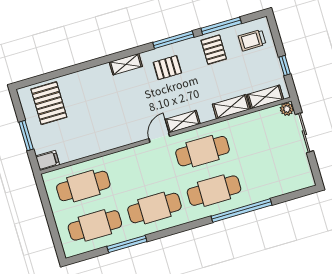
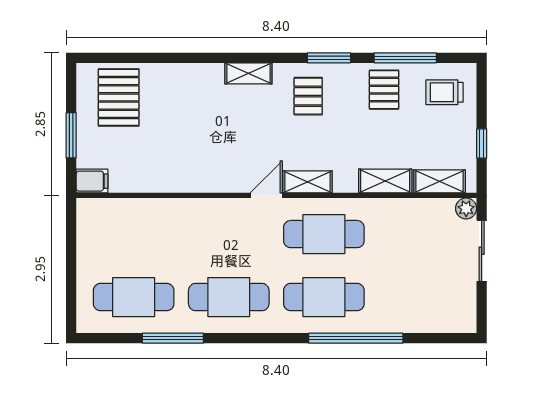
window: (173, 40) -> (329, 58), width x0.69
pallet: (167, 68) -> (308, 96), turned 90
cafe table: (83, 186) -> (134, 234), removed

